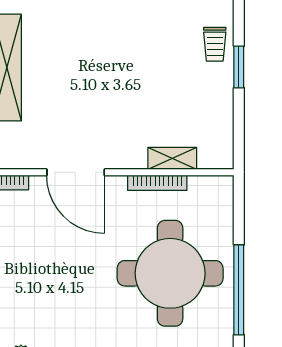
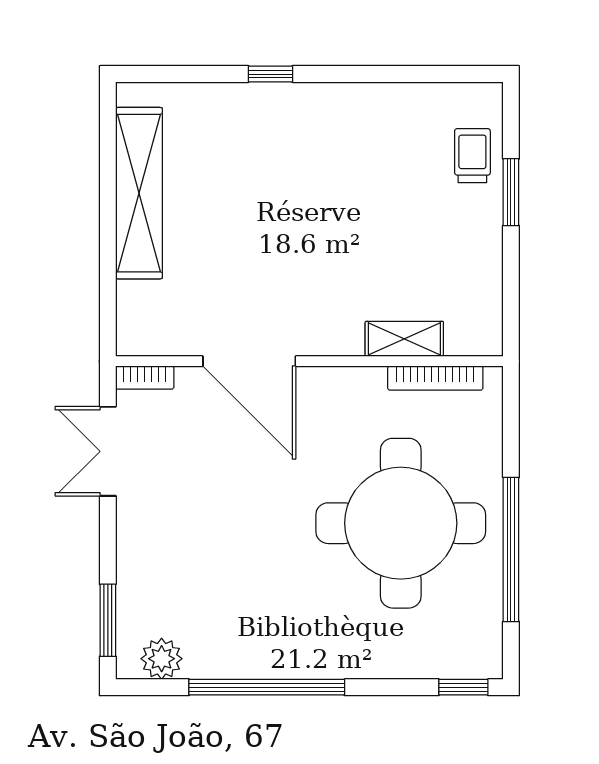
trolley: (215, 44) -> (472, 156), turned 180
bookcase: (157, 183) -> (435, 378), moved

